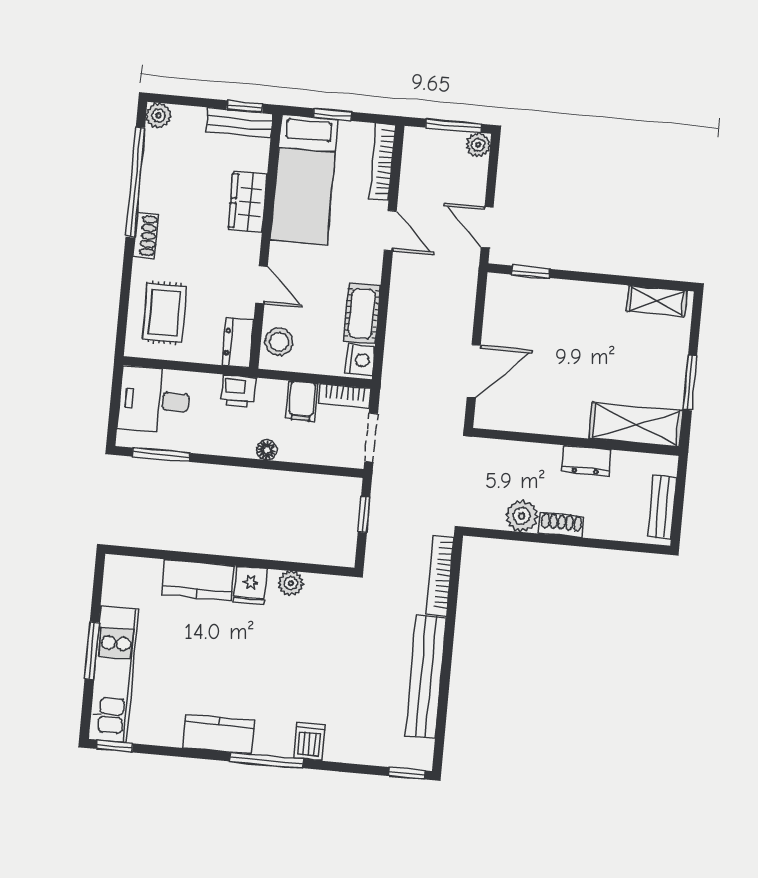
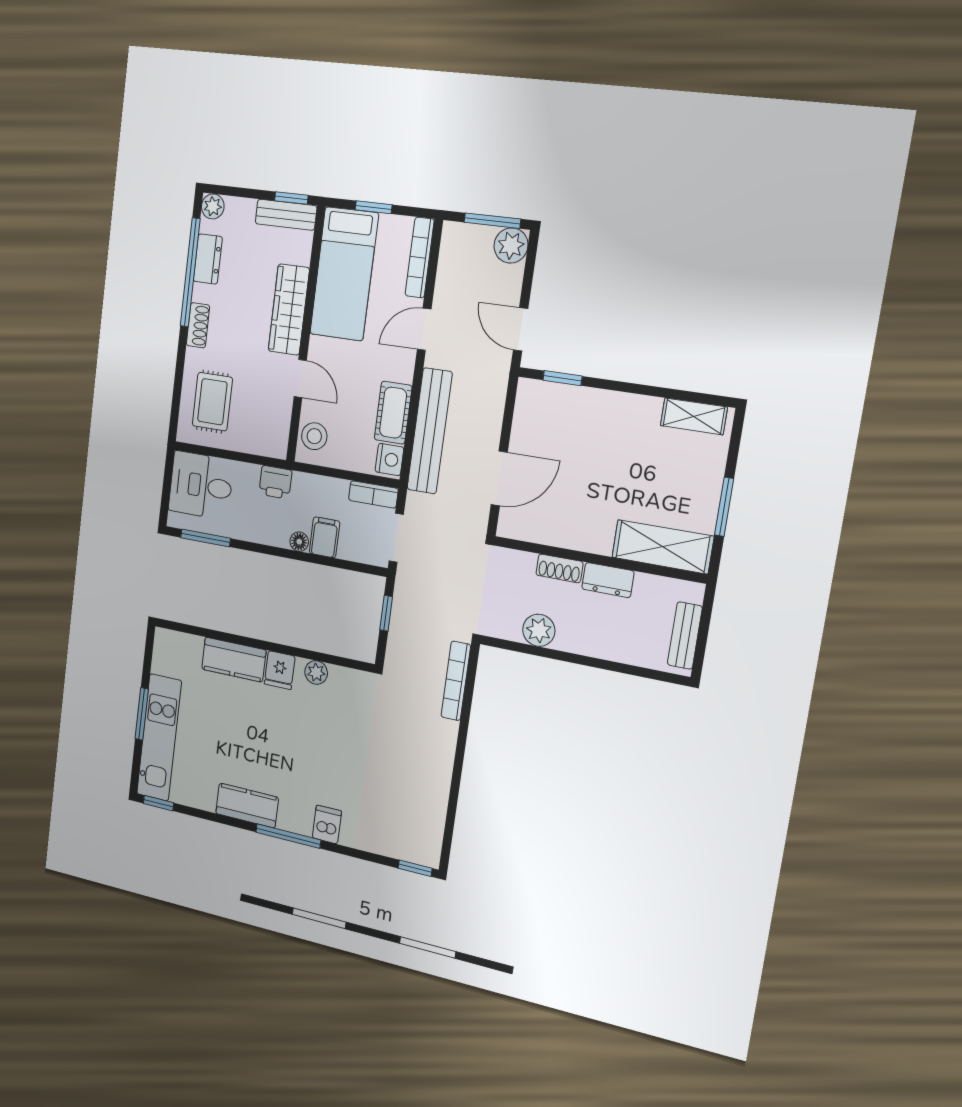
plant: (478, 145) -> (511, 245), width x1.38, depth x1.38
wardrobe: (248, 202) -> (289, 310), width x1.50
door: (390, 231) -> (424, 329), swing flipped
dresser: (238, 343) -> (208, 259), moved, turned 180
filing cabinet: (302, 401) -> (325, 537), moved, turned 180
shoe rack: (561, 525) -> (559, 568), moved, turned 180
bench: (426, 677) -> (430, 431), moved

